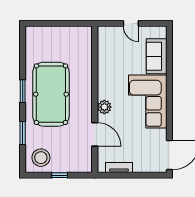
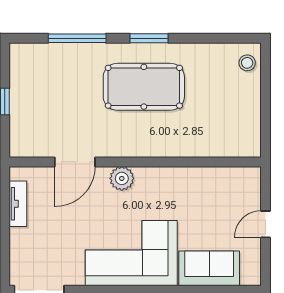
pool table: (51, 94) -> (144, 87), width x0.73, depth x0.76
window: (23, 133) -> (77, 38), width x1.44
stool: (41, 158) -> (247, 63), moved, width x0.53, depth x0.53

